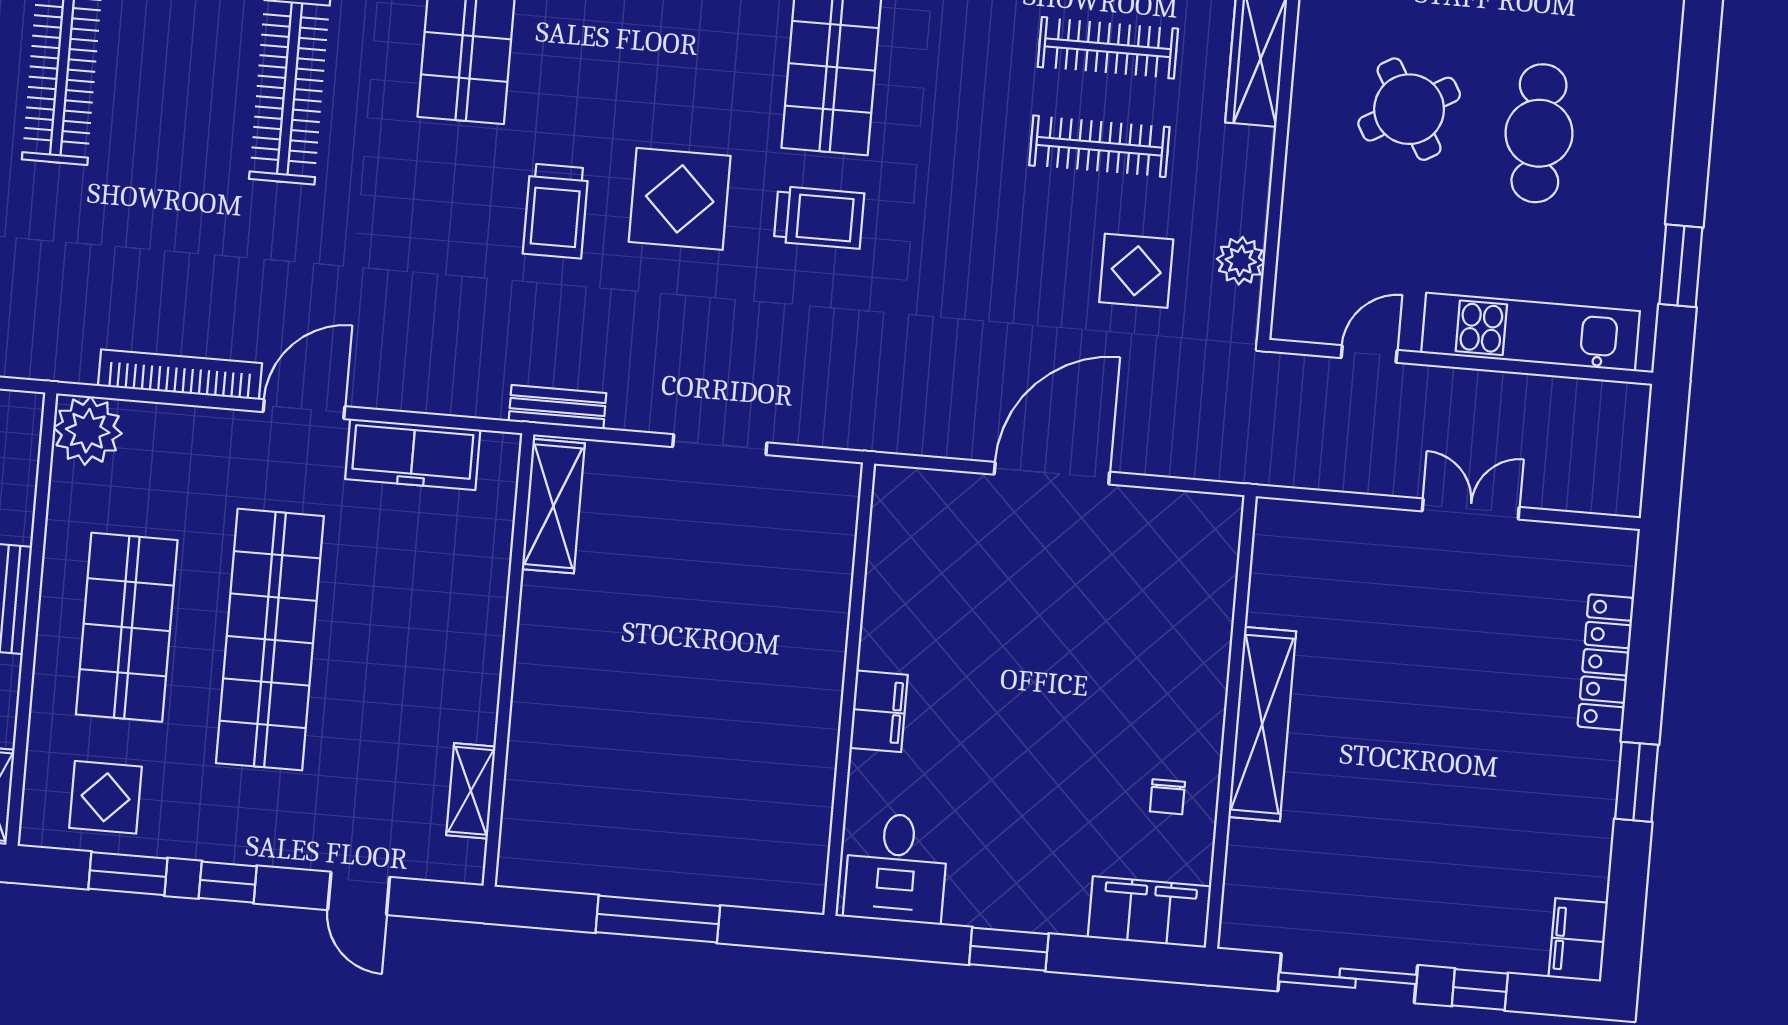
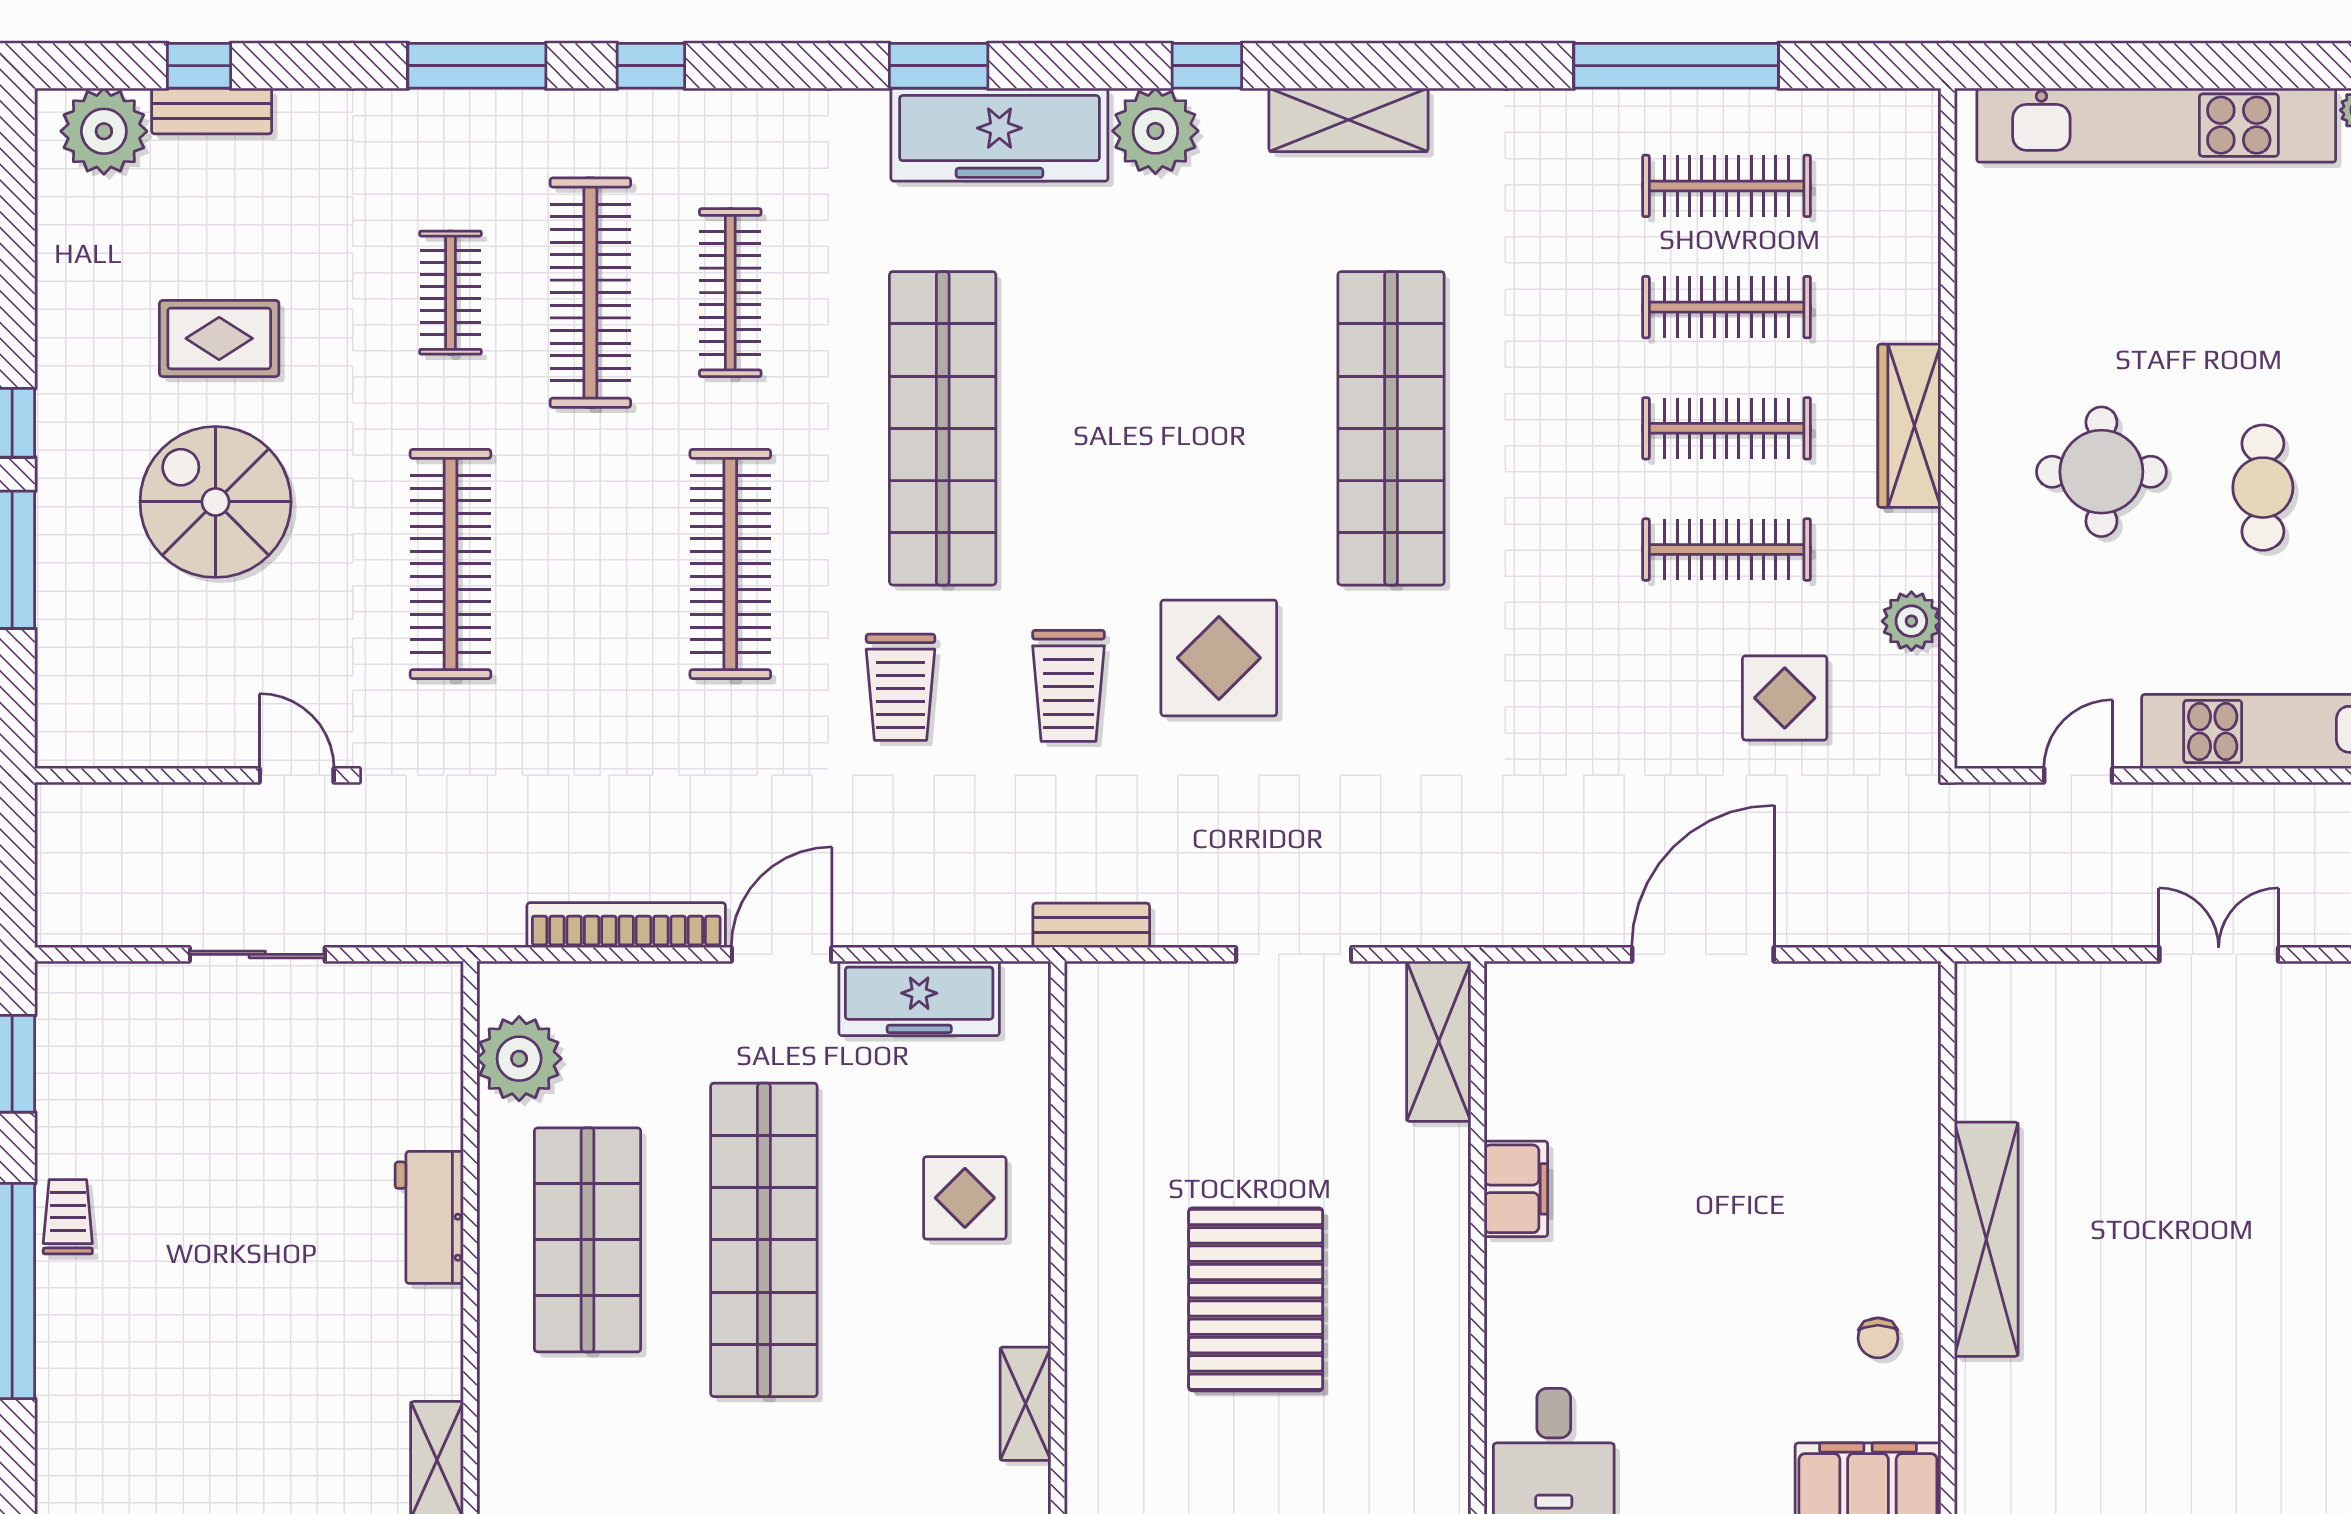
round table: (1409, 109) -> (2101, 472), turned 30
cafe table: (1539, 133) -> (2263, 488), width x0.73, depth x0.74
trolley: (819, 217) -> (901, 687), moved, turned 90
plant: (1241, 261) -> (1911, 621), moved
plant: (88, 431) -> (519, 1059), moved
shelving: (553, 506) -> (1439, 1041), moved
filing cabinet: (879, 711) -> (1516, 1189), moved
pallet: (665, 722) -> (1256, 1299), added
display table: (106, 797) -> (965, 1198), moved

